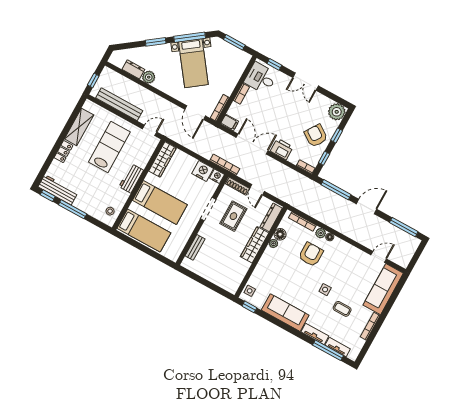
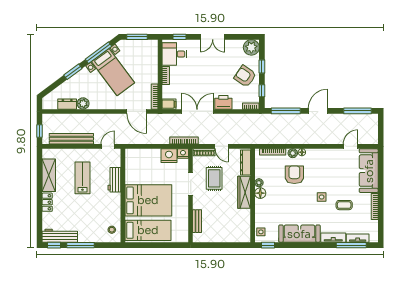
lab bench: (109, 147) -> (82, 178), width x0.73, depth x0.72
wardrobe: (162, 159) -> (131, 164), removed
workbench: (131, 178) -> (114, 180), moved
bed: (160, 203) -> (148, 200), width x1.50
floor lamp: (280, 234) -> (260, 193), moved

